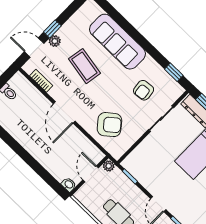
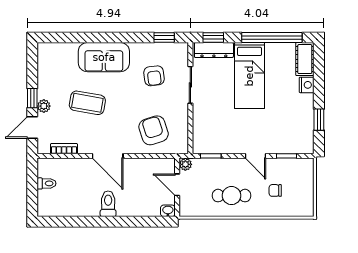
sofa: (117, 42) -> (104, 57), width x0.73
armchair: (109, 125) -> (154, 130), turned -69
toilet: (35, 143) -> (108, 204), added

